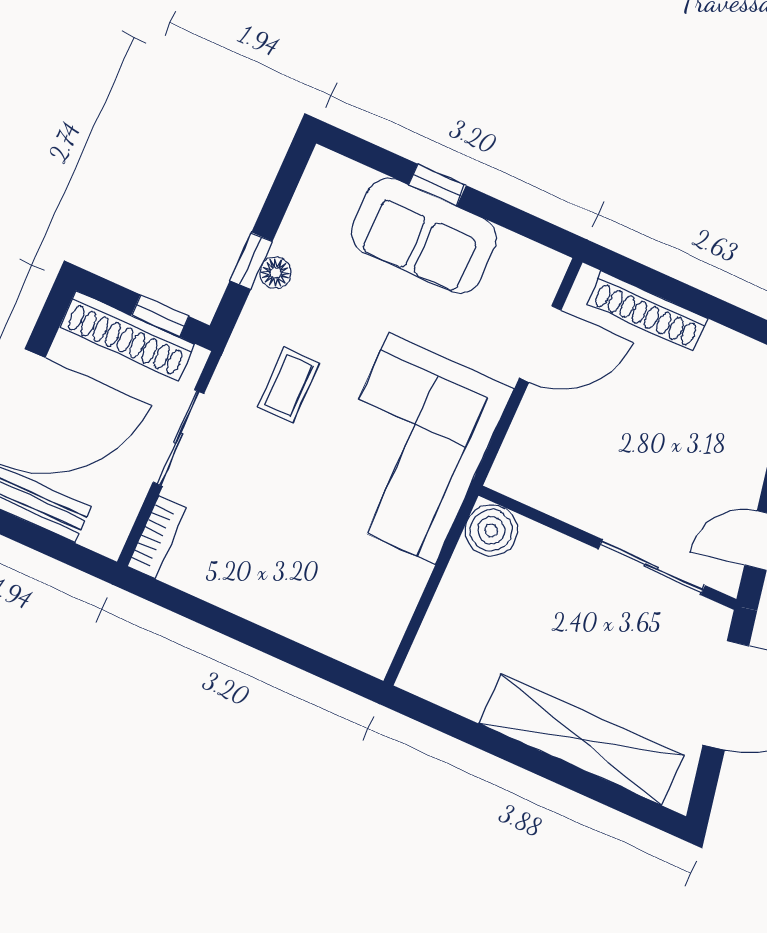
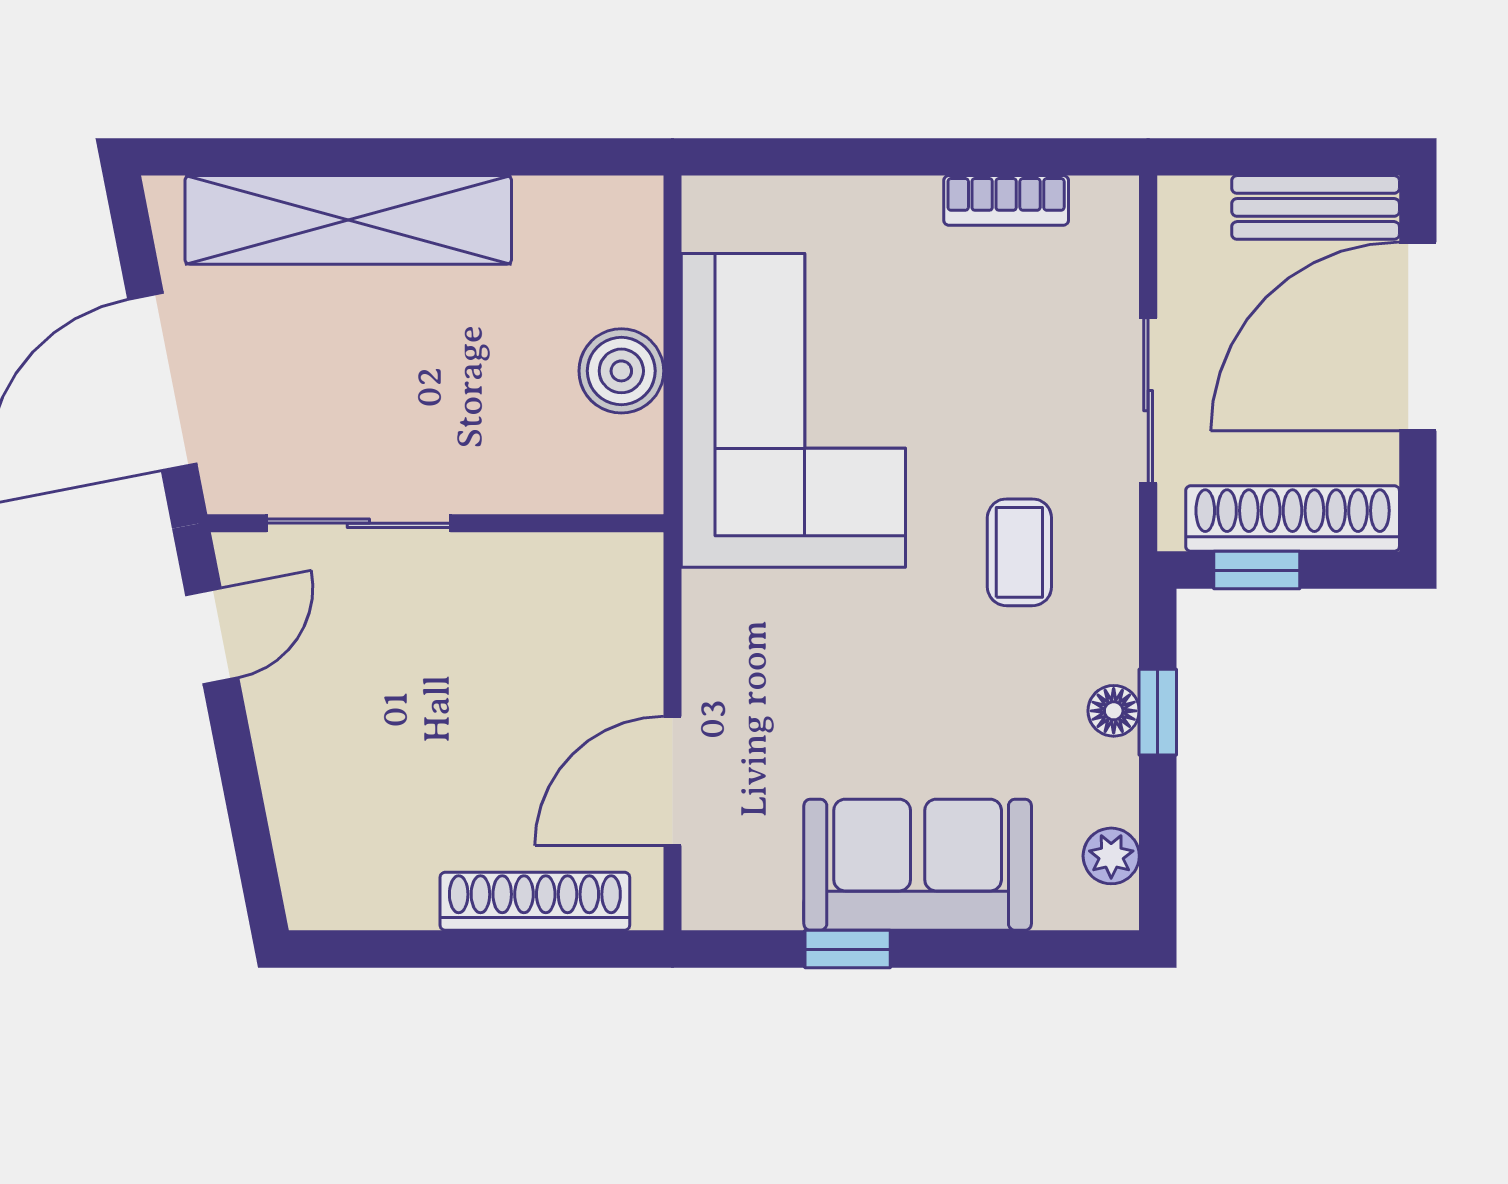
window: (437, 185) -> (848, 949), moved
plant: (313, 192) -> (1111, 856), added
corner sofa: (412, 449) -> (793, 410), moved
boiler: (491, 530) -> (621, 371), moved
bookcase: (157, 537) -> (1006, 200), moved, turned -90

